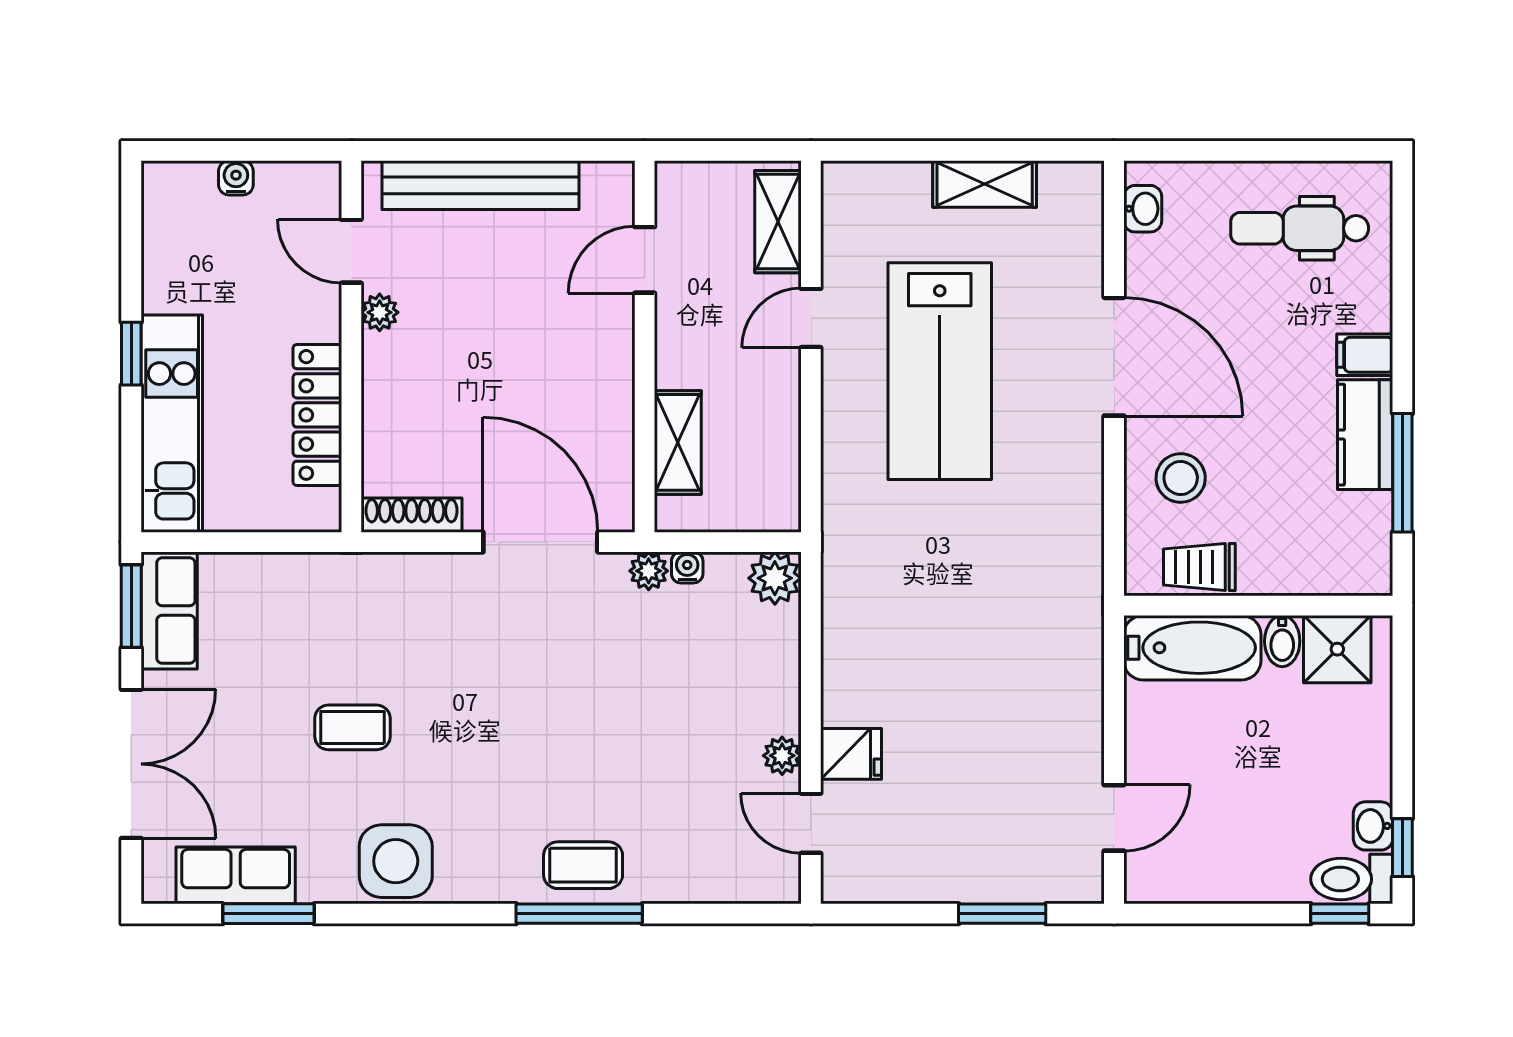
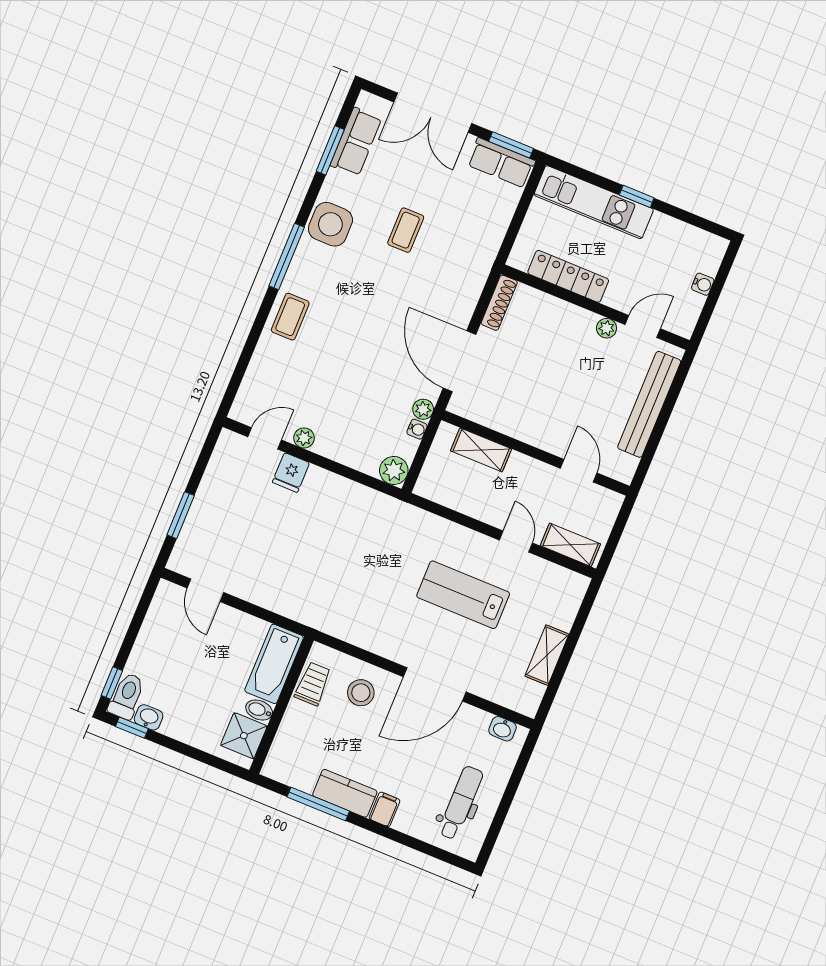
lab bench: (940, 371) -> (463, 595), width x0.73, depth x0.72
door: (540, 542) -> (460, 361), swing flipped
window: (579, 914) -> (287, 257), moved

